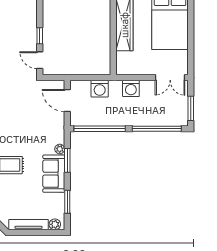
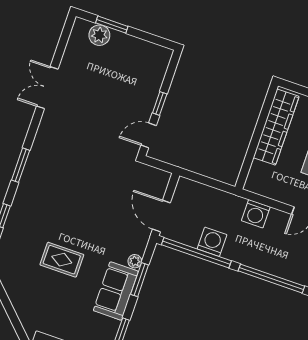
door: (40, 60) -> (149, 135), hinge flipped
washing machine: (100, 89) -> (212, 242), moved, turned 180
door: (67, 101) -> (161, 216), moved

